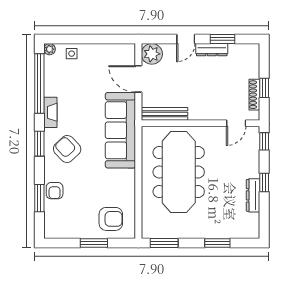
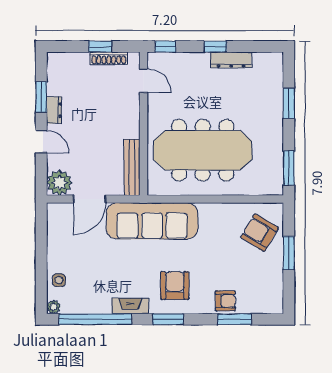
dresser: (212, 50) -> (54, 110), width x0.70
armchair: (67, 149) -> (175, 286), turned 133
armchair: (111, 219) -> (260, 233), turned -59

